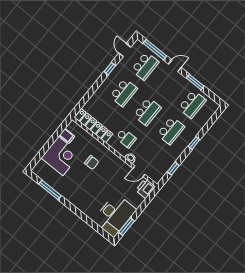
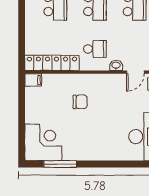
filing cabinet: (67, 136) -> (33, 80), moved
corner desk: (61, 156) -> (43, 142), moved

